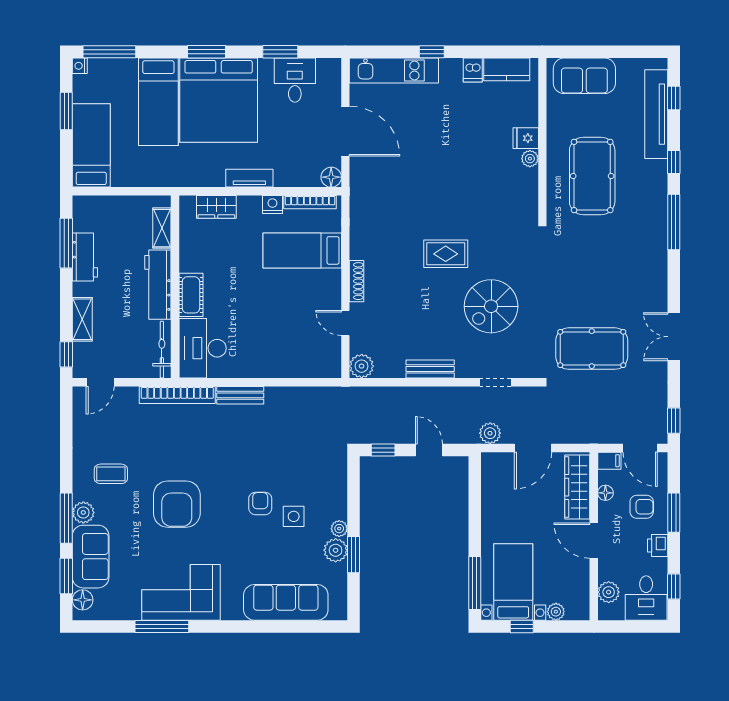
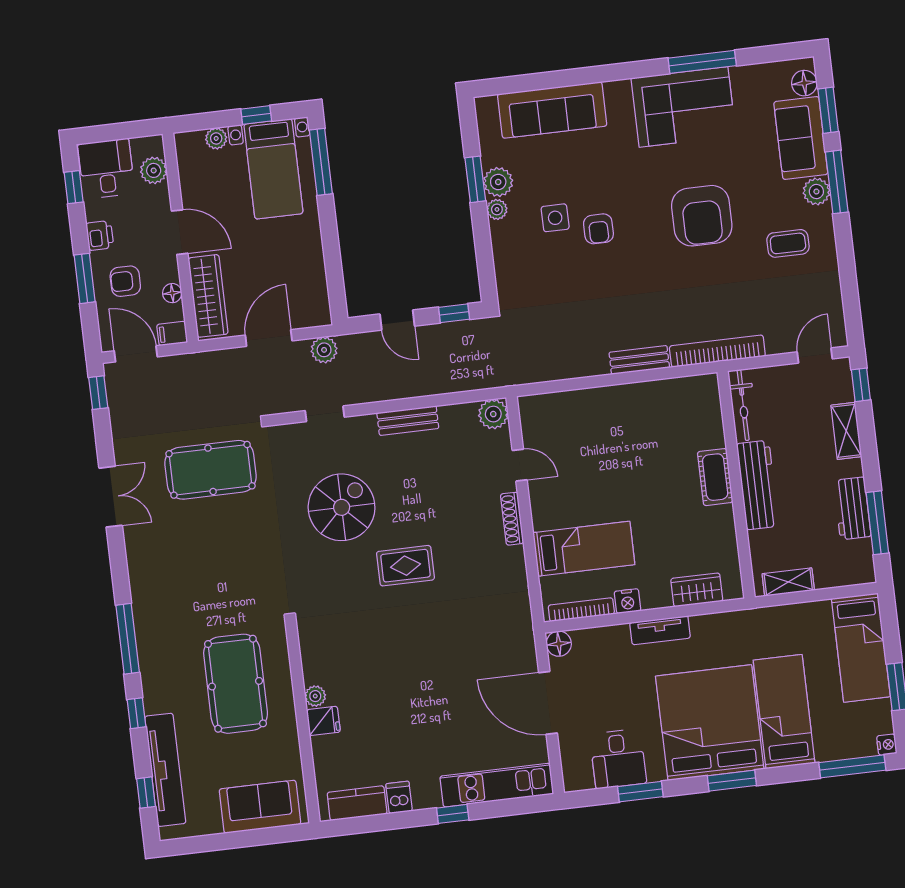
shelving: (162, 228) -> (788, 582), moved, turned 90
desk: (203, 348) -> (693, 413), removed
armchair: (177, 504) -> (702, 216), turned 180

